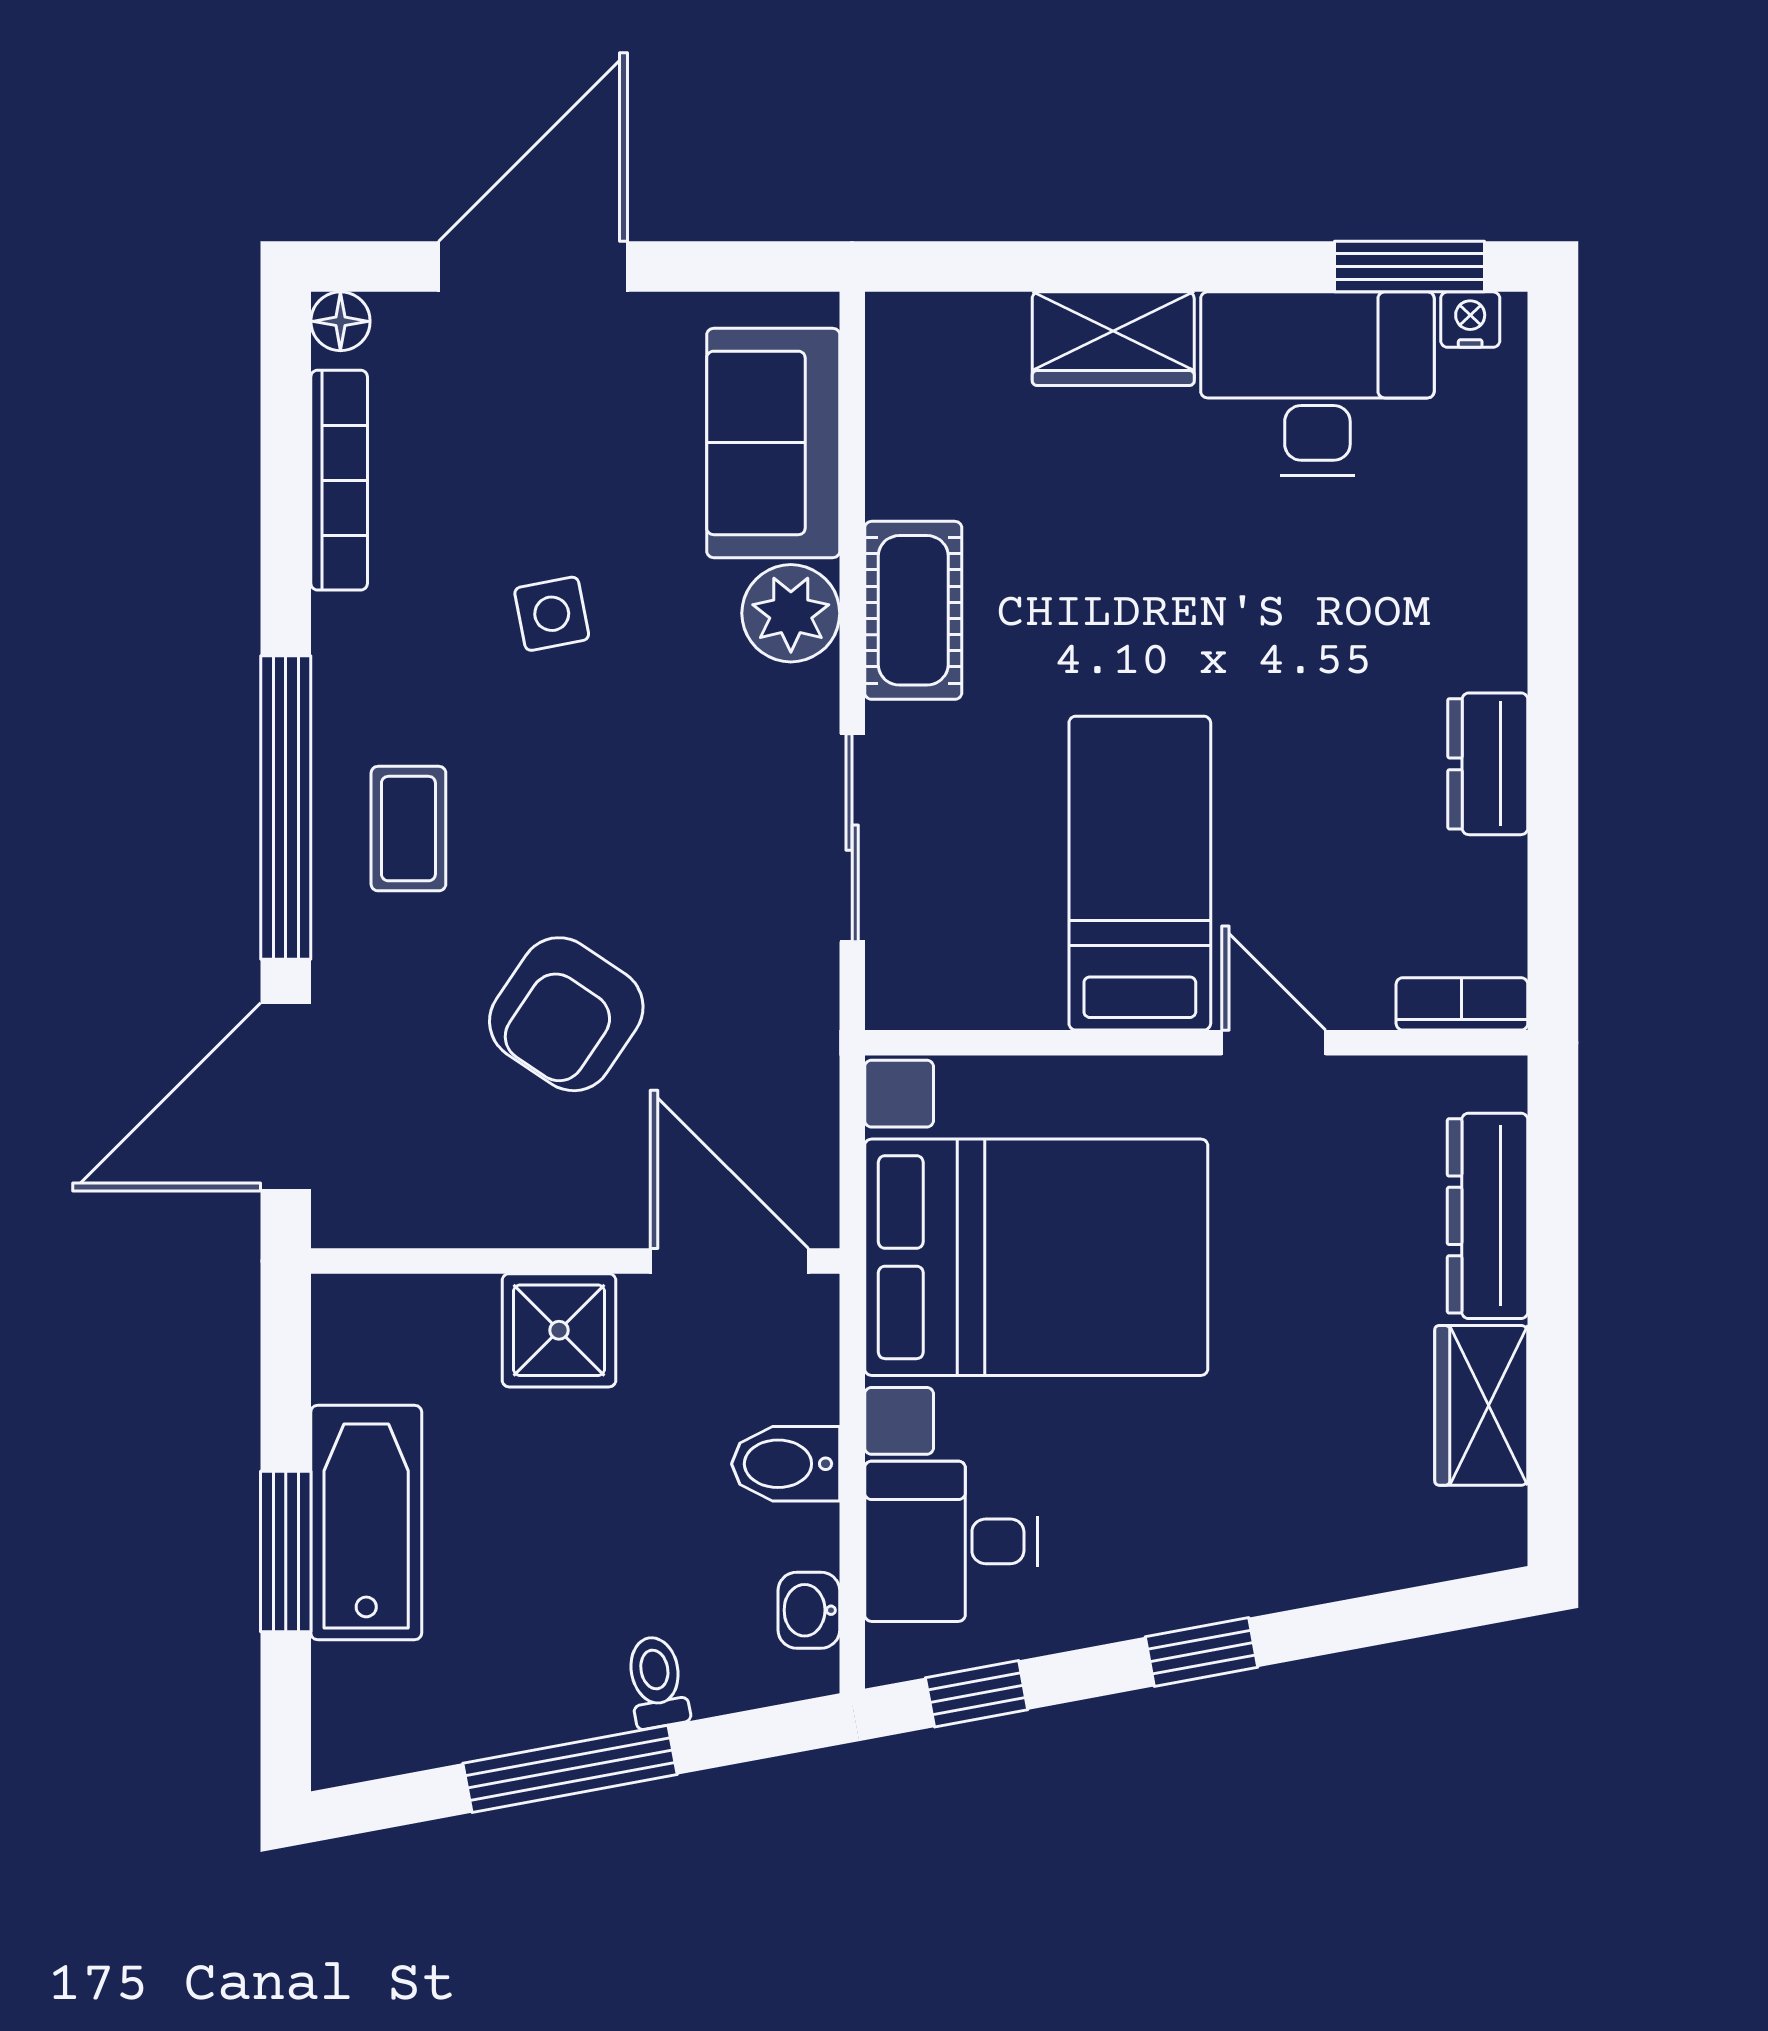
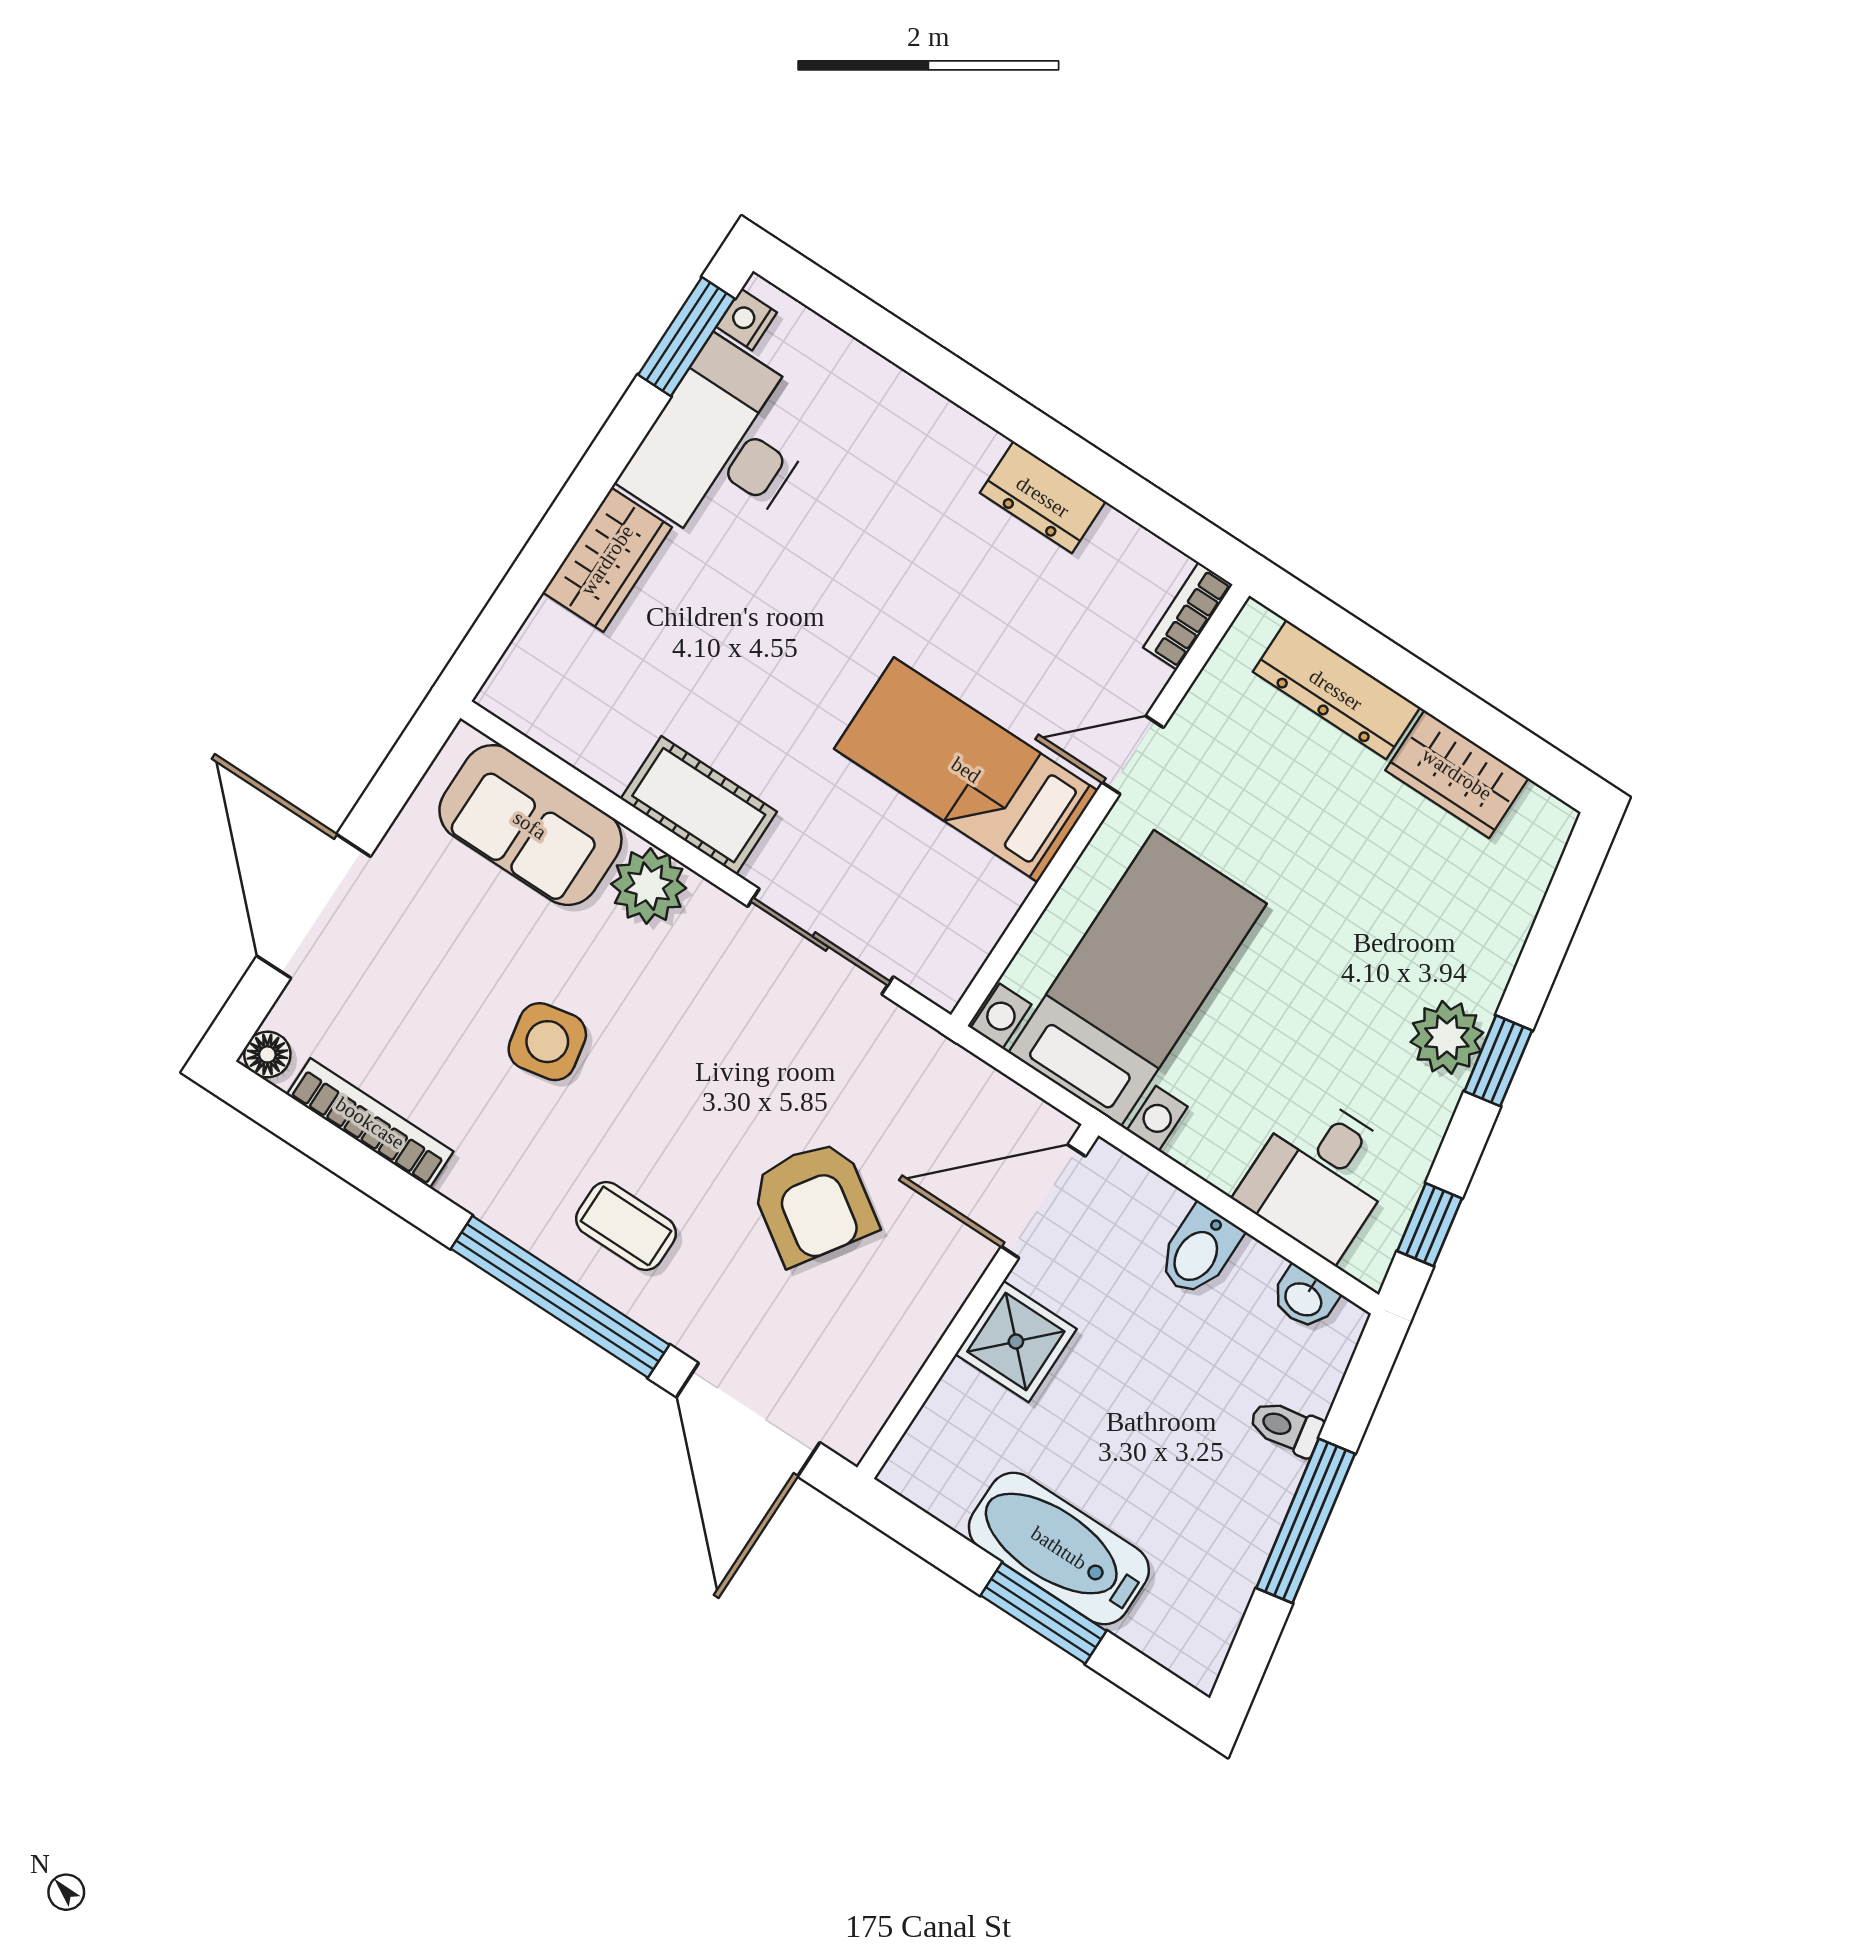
side table: (552, 614) -> (547, 1042), width x1.37, depth x1.37
bed with nightstands: (1036, 1257) -> (1137, 978), width x0.73
plant: (1191, 1580) -> (1447, 1037), added

